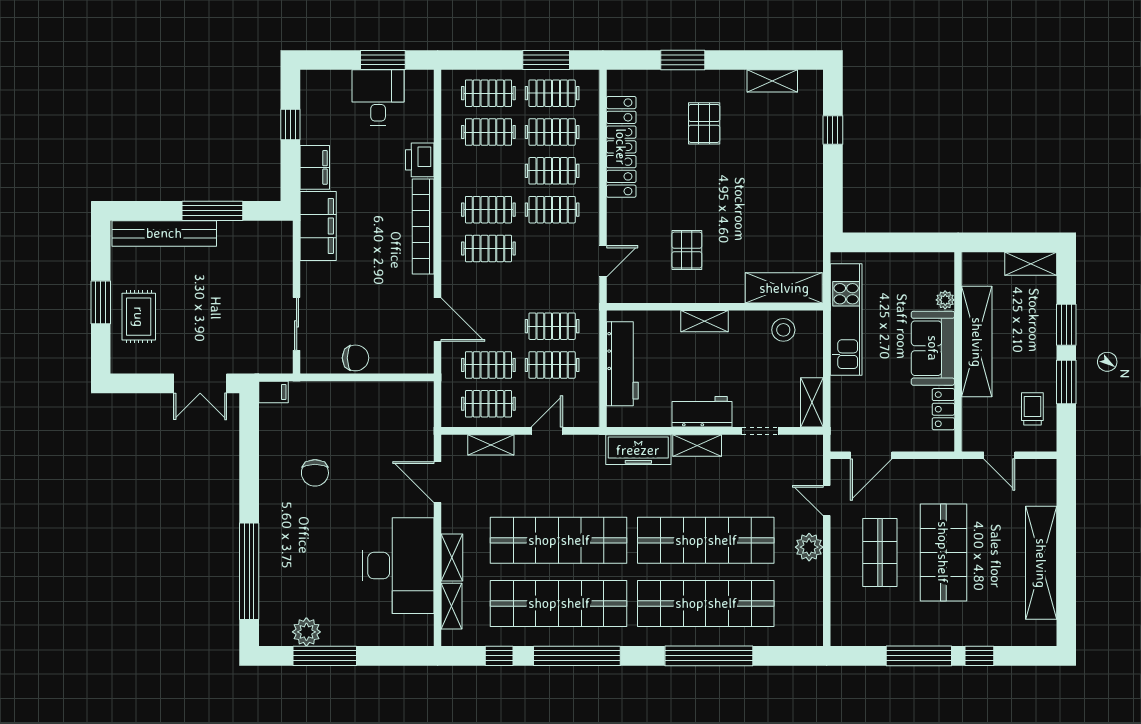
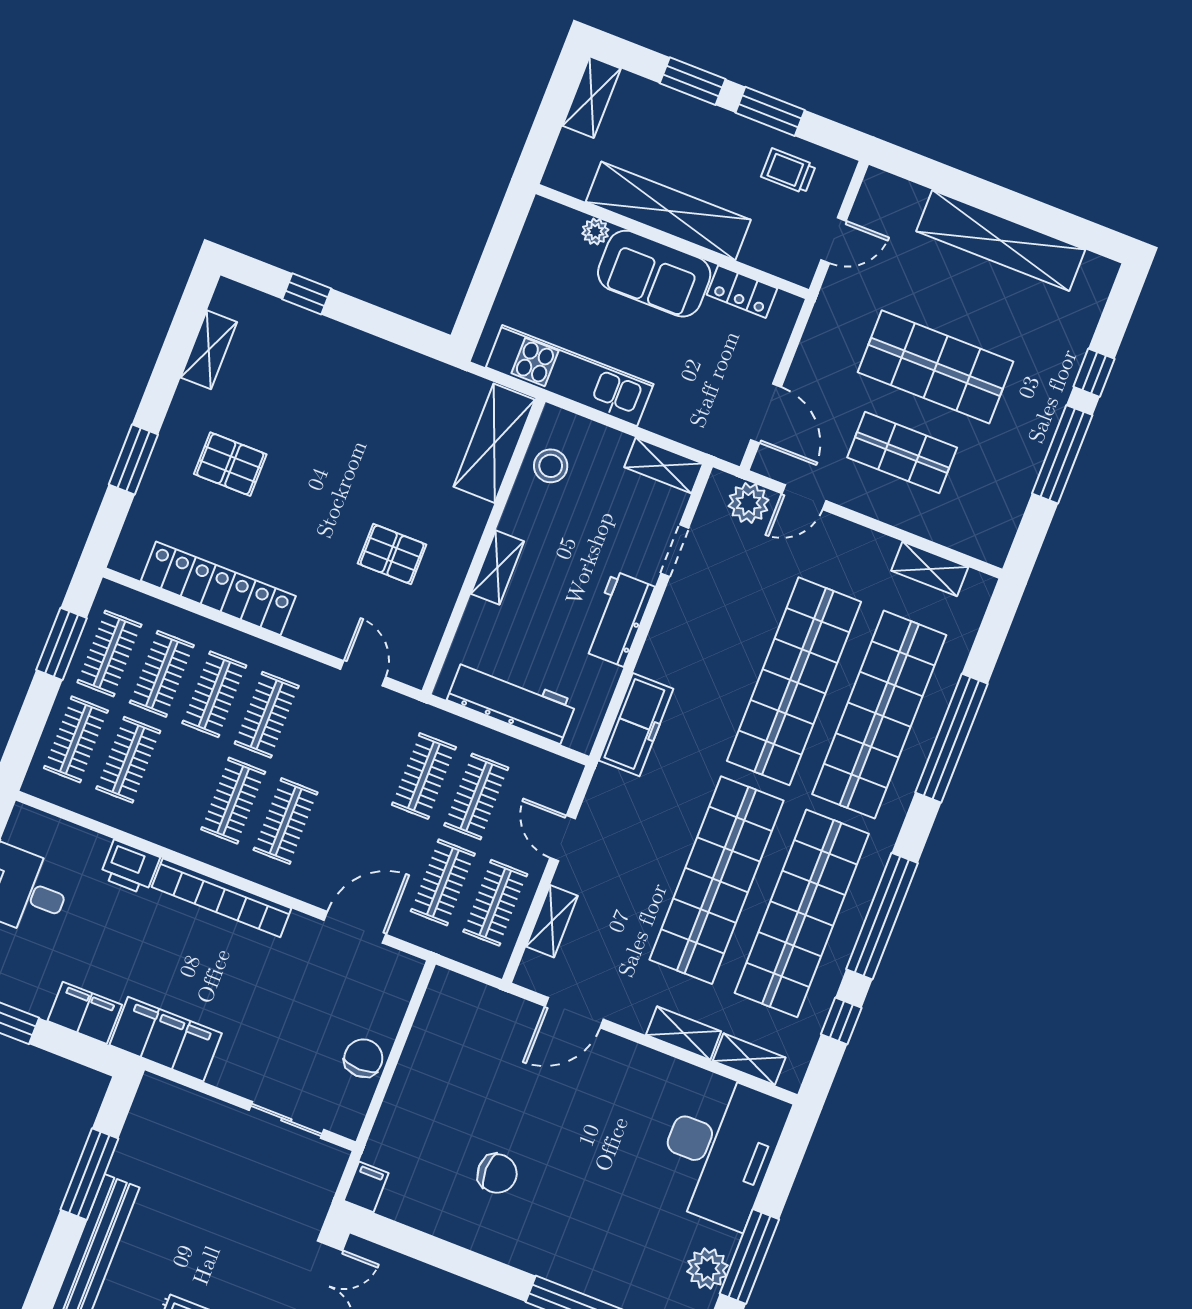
shelving: (697, 445) -> (930, 569), moved, turned 90
plant: (809, 547) -> (749, 503), moved
desk: (398, 566) -> (720, 1150), moved, turned 90

